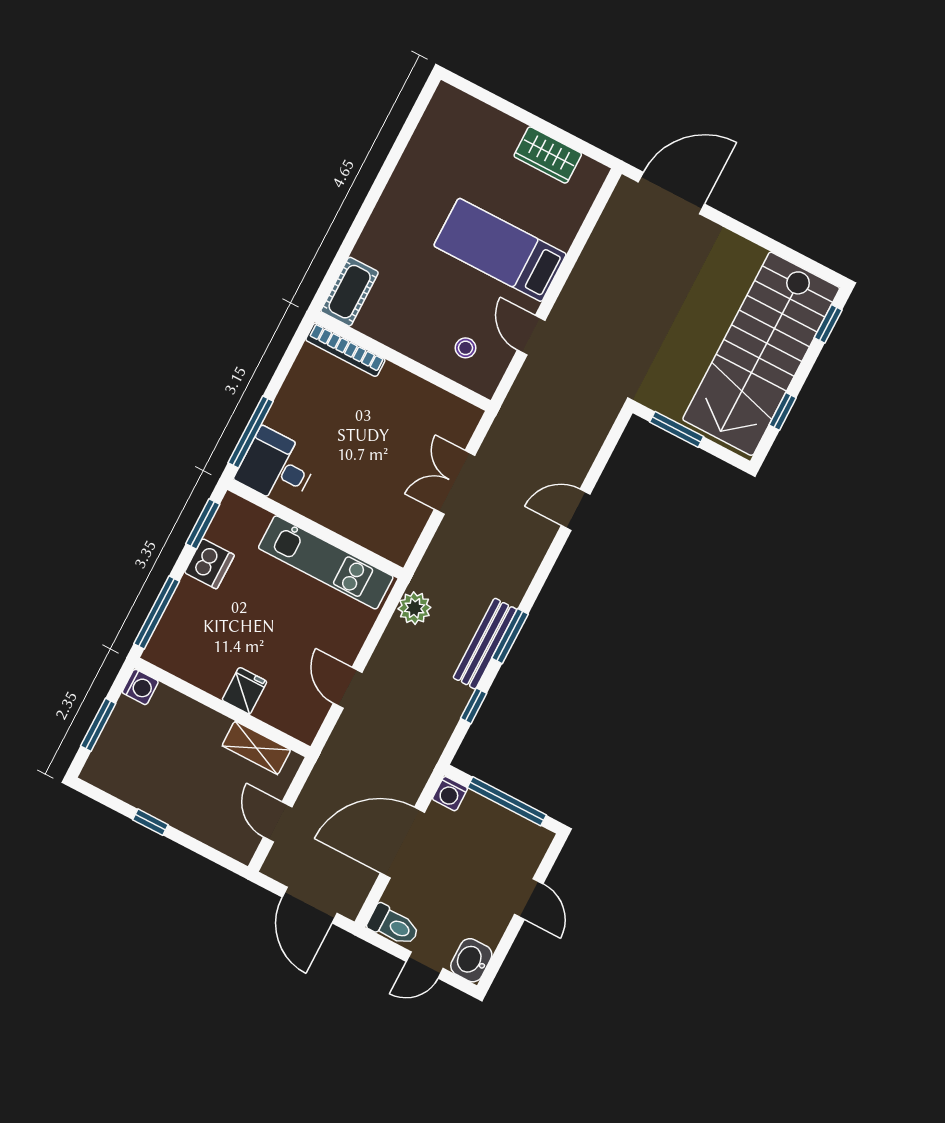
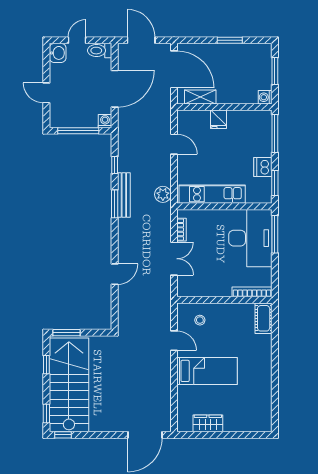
window: (818, 270) -> (63, 435), added
window: (677, 429) -> (66, 333), moved
desk: (277, 467) -> (250, 238), width x1.87, depth x1.30
bookcase: (414, 527) -> (182, 230), added
window: (150, 822) -> (230, 40), width x1.50
door: (278, 822) -> (174, 69), width x1.88

